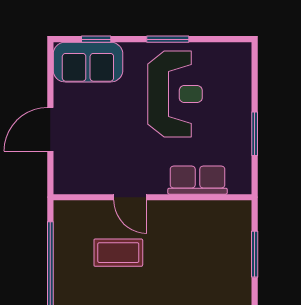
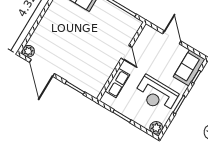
plant: (238, 56) -> (156, 128), added
door: (130, 197) -> (126, 53), swing flipped
coffee table: (118, 253) -> (108, 35), removed

